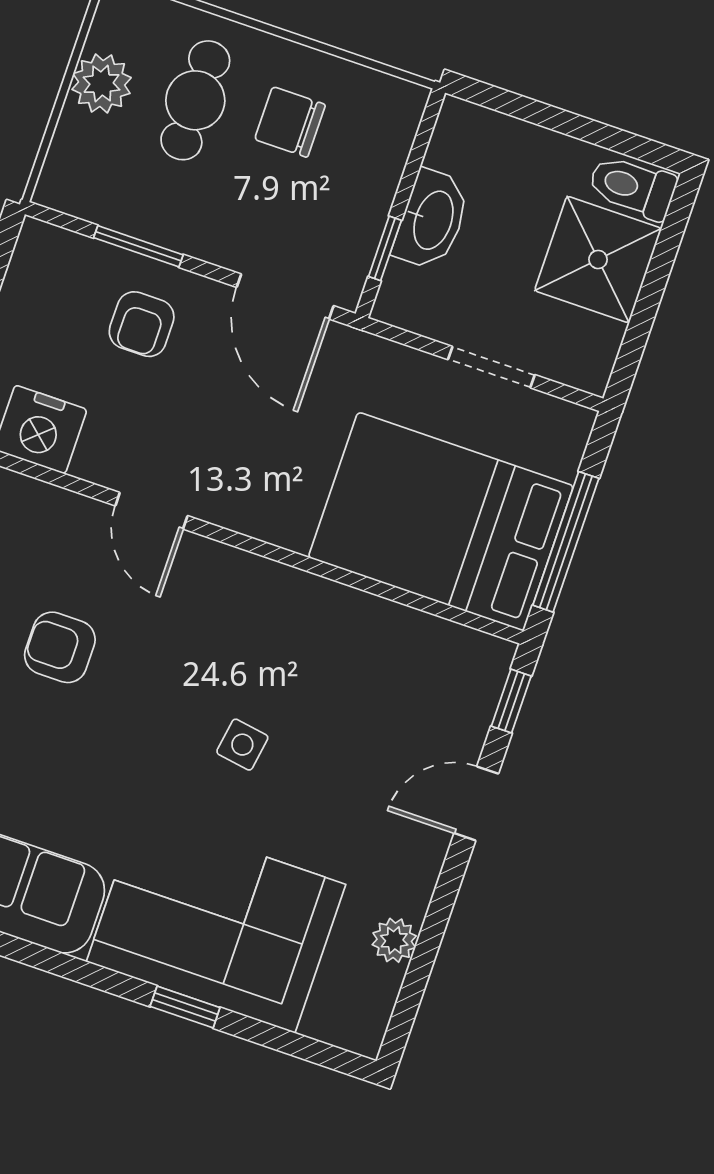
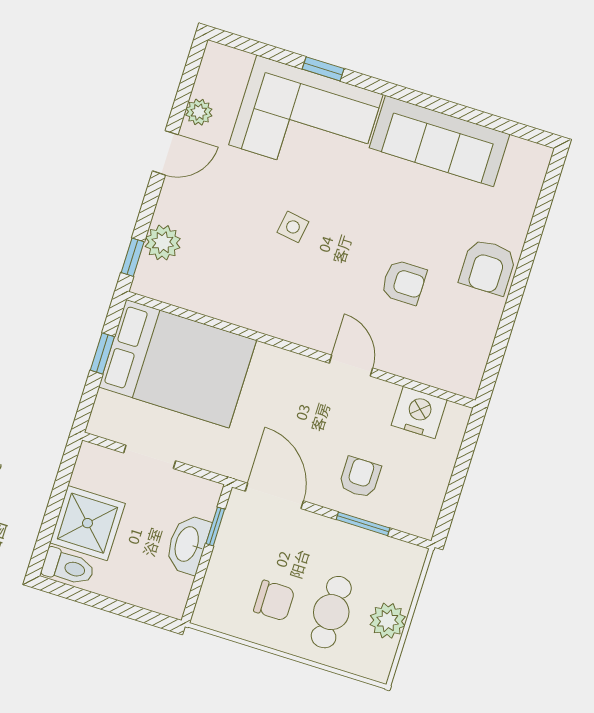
window: (566, 542) -> (102, 353), width x0.46
plant: (460, 724) -> (163, 243), added
door: (476, 803) -> (165, 153), moved

